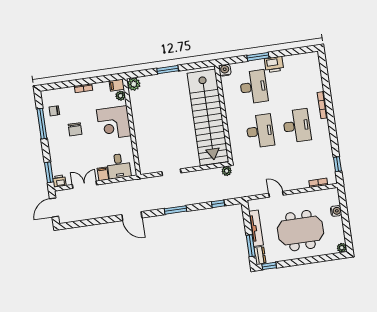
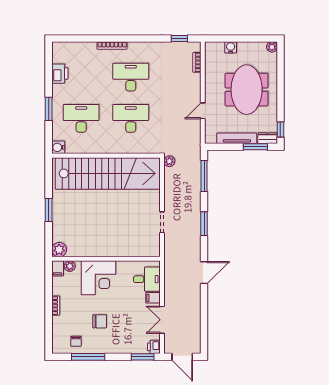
printer: (274, 65) -> (60, 74), moved
window: (218, 204) -> (204, 176), width x2.17

